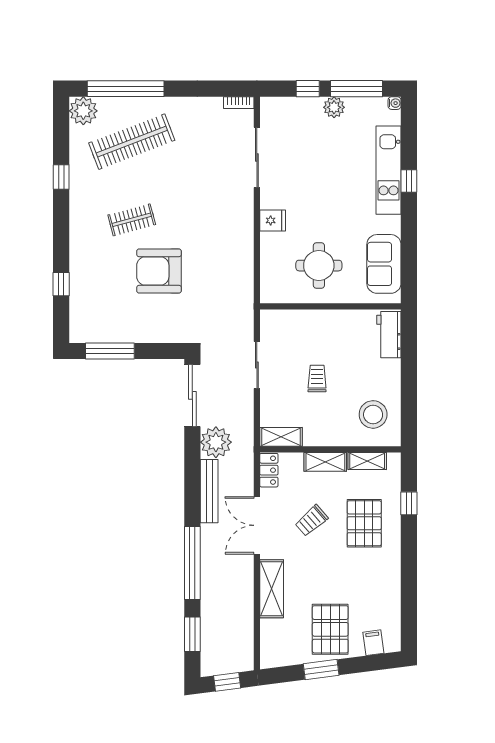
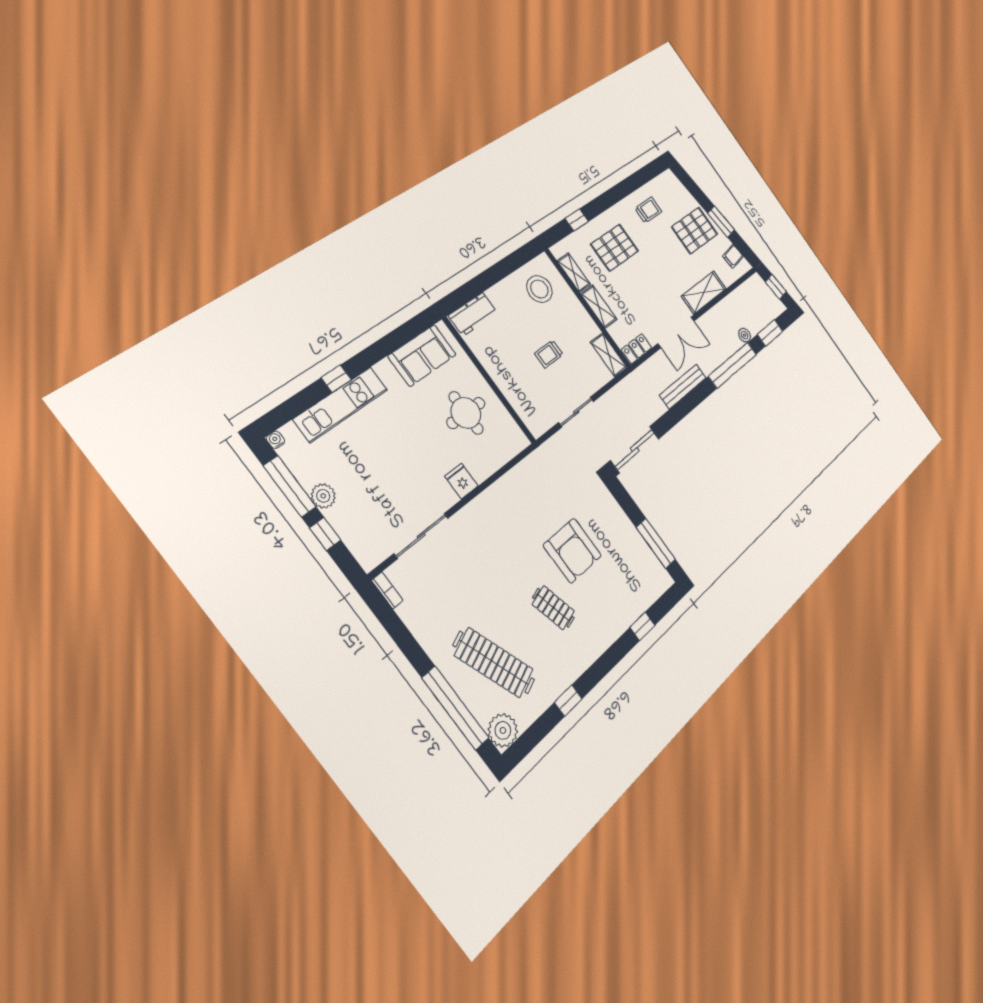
plant: (216, 442) -> (744, 335), moved, width x0.53, depth x0.53
trolley: (311, 521) -> (648, 210), moved, turned -49
filing cabinet: (373, 643) -> (733, 256), moved

